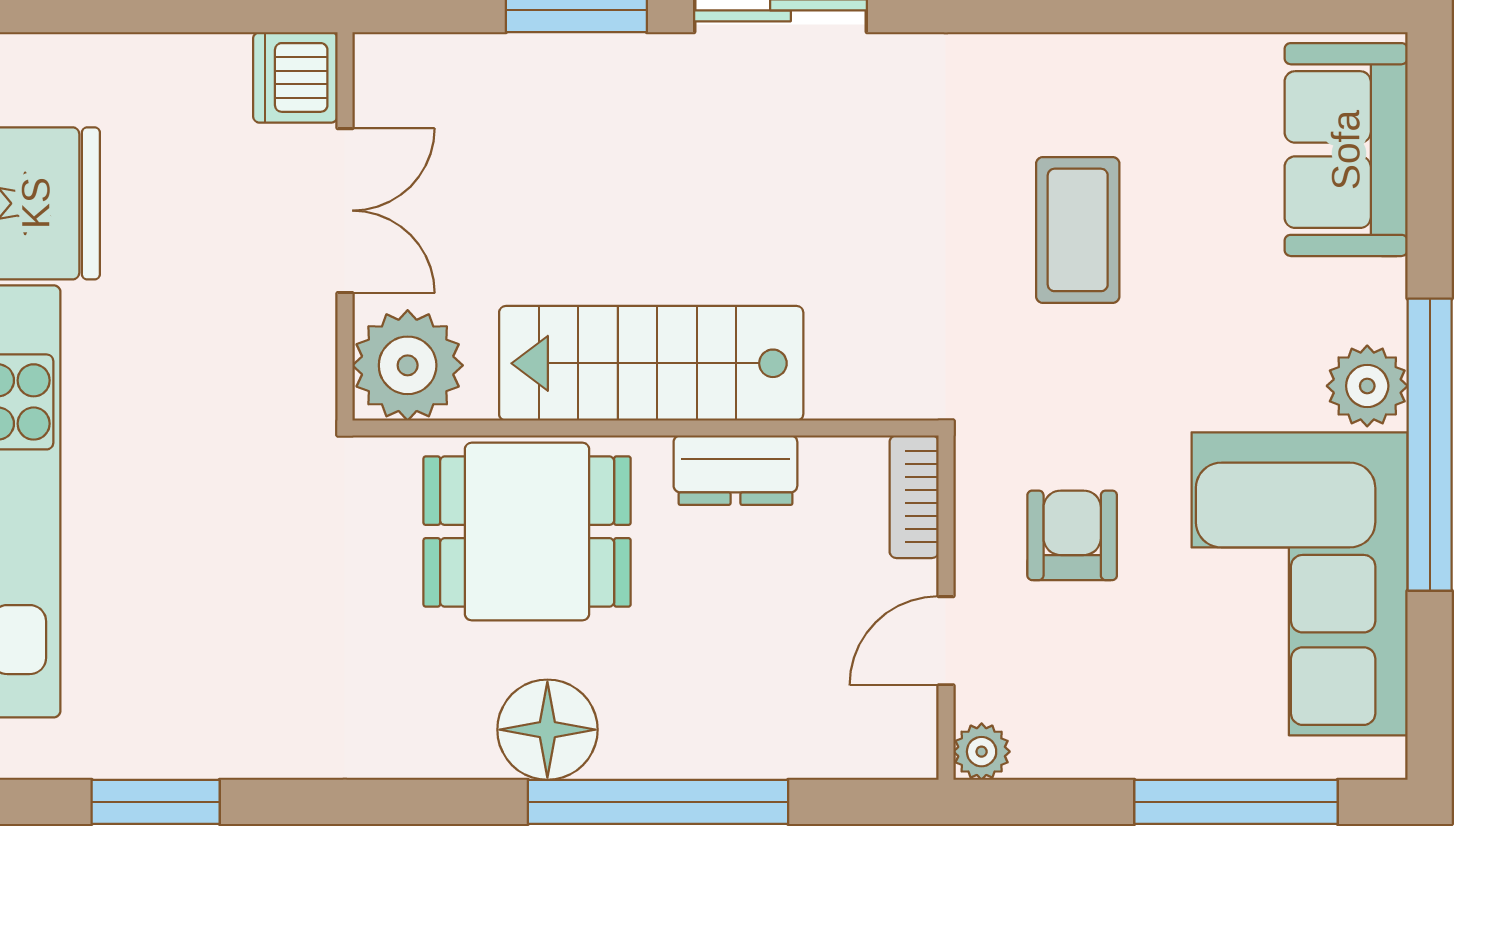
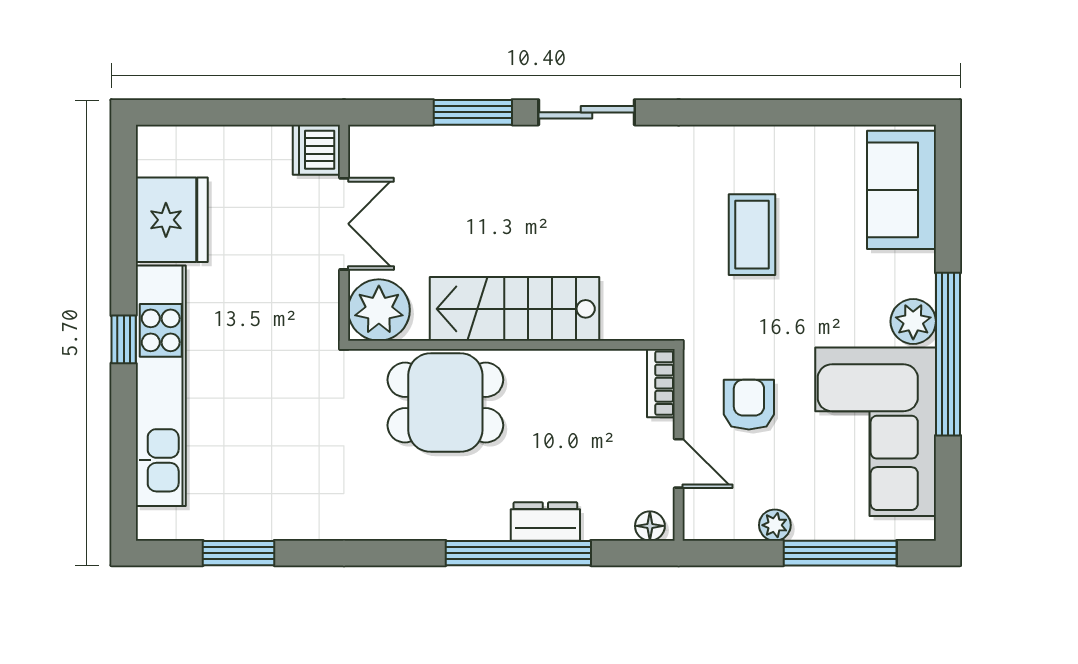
dresser: (735, 470) -> (545, 521), moved, turned 180
door: (946, 641) -> (679, 463), swing flipped
floor lamp: (547, 730) -> (650, 526), moved, width x0.53, depth x0.53
plant: (982, 752) -> (775, 525), moved

